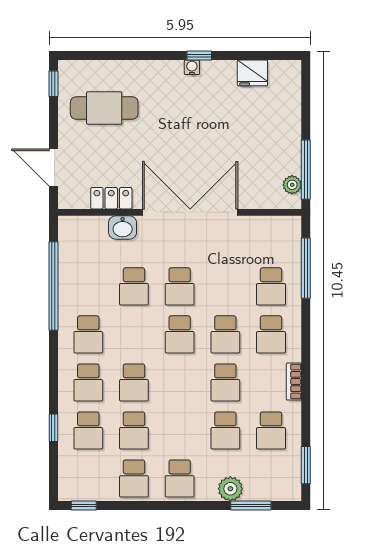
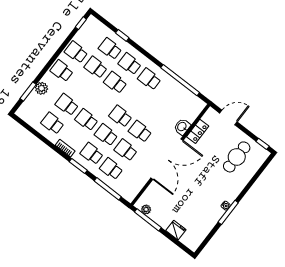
window: (199, 55) -> (228, 212), width x2.17
fridge: (252, 73) -> (176, 230), moved, turned 90
school desk: (134, 286) -> (126, 150), moved
window: (306, 465) -> (78, 166), moved

